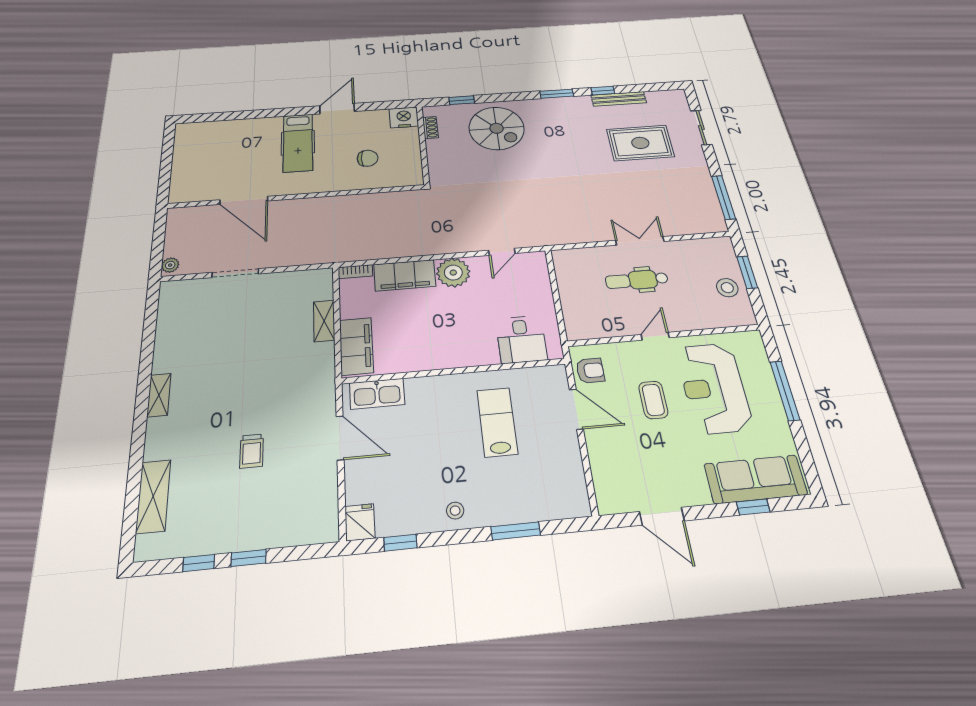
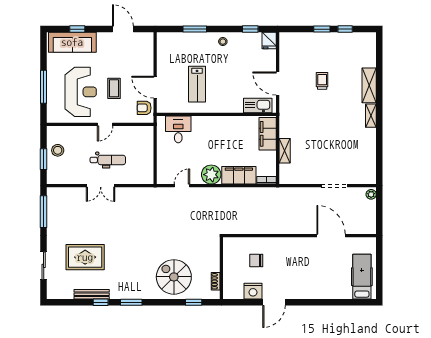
nightstand: (404, 117) -> (253, 291), moved
hospital bed: (298, 143) -> (362, 277), moved
shelving: (153, 496) -> (369, 85), moved

